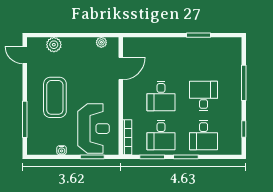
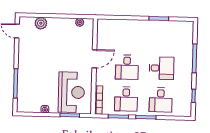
door: (121, 68) -> (94, 59), moved
desk: (204, 96) -> (162, 68), turned 90
coffee table: (55, 97) -> (41, 66), removed

